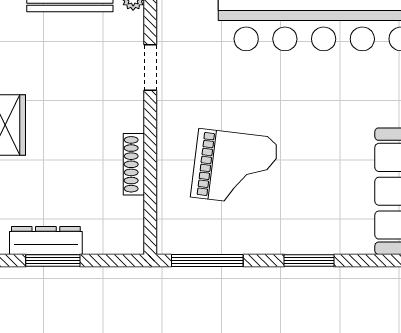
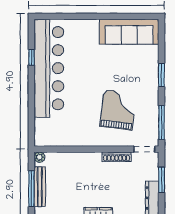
doorway: (150, 68) -> (144, 149), moved
window: (53, 261) -> (161, 180), moved

